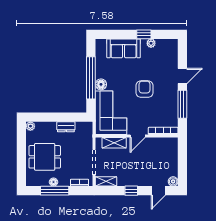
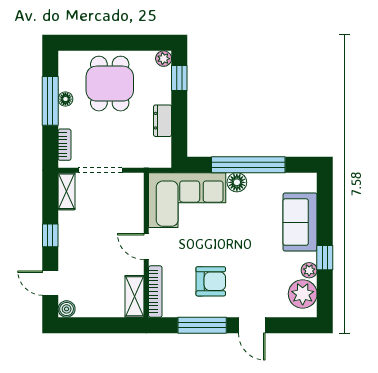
plant: (165, 47) -> (303, 294), added
armchair: (145, 89) -> (211, 281), moved
window: (42, 117) -> (179, 78), added
shelving: (114, 143) -> (134, 296), moved

